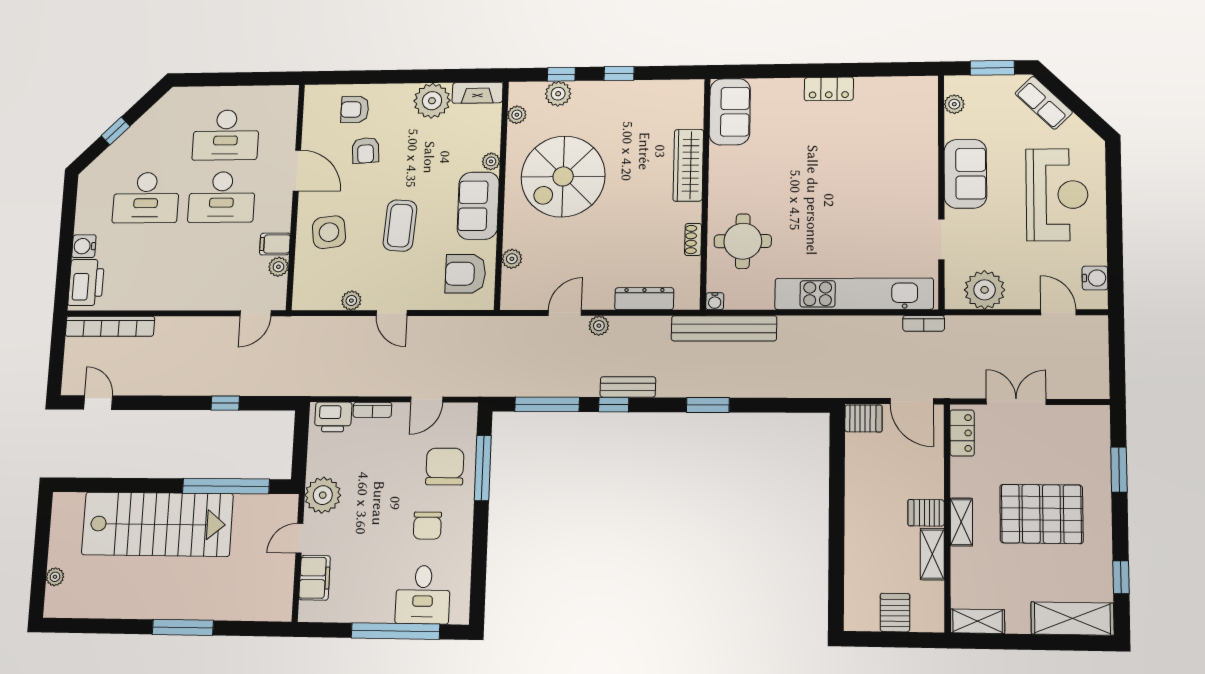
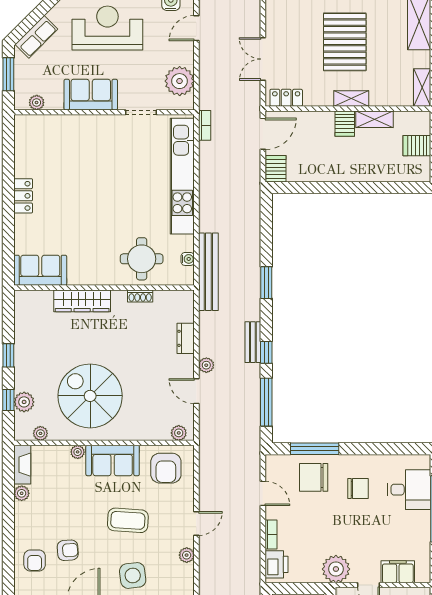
plant: (432, 101) -> (22, 493), width x0.53, depth x0.53
spiral stairs: (563, 176) -> (90, 396), turned 180
plant: (512, 259) -> (179, 433), moved
dresser: (644, 299) -> (186, 338), width x0.70
water cooler: (715, 301) -> (188, 259), moved

